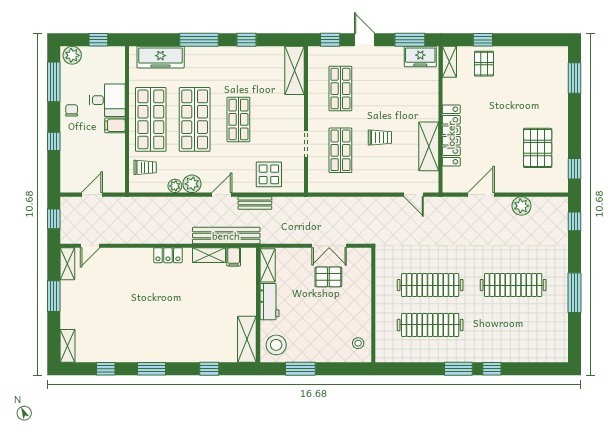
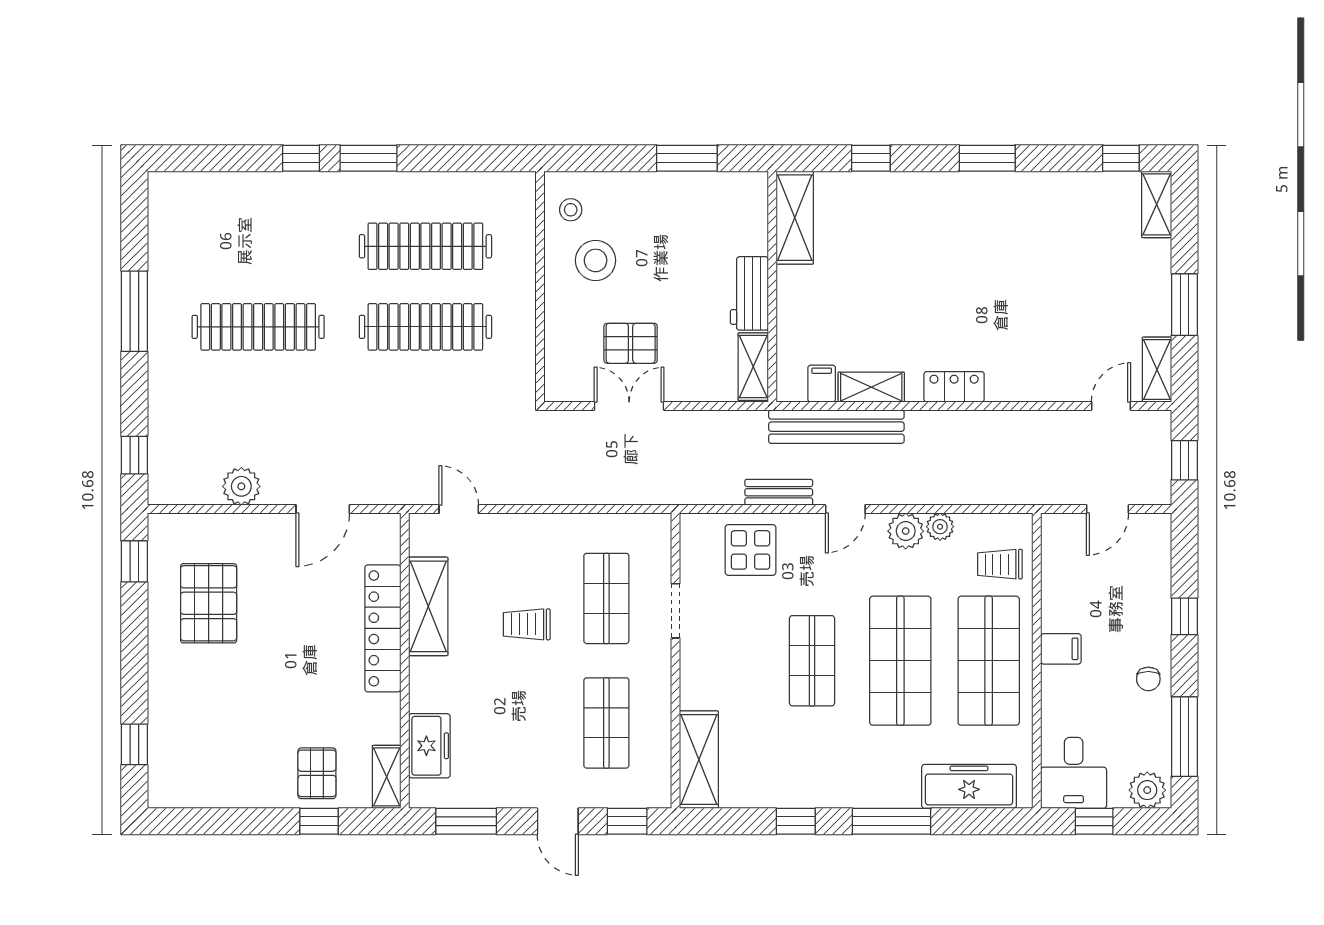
freezer: (420, 57) -> (429, 746), moved, turned 90
window: (574, 78) -> (134, 744), width x0.67
desk: (107, 100) -> (1074, 773), moved, turned -90
stool: (276, 345) -> (596, 260), moved
window: (106, 369) -> (1121, 158), moved

